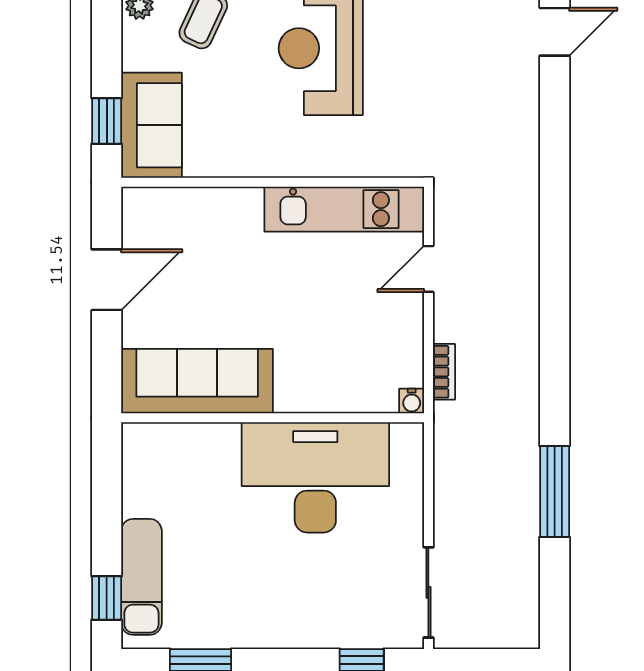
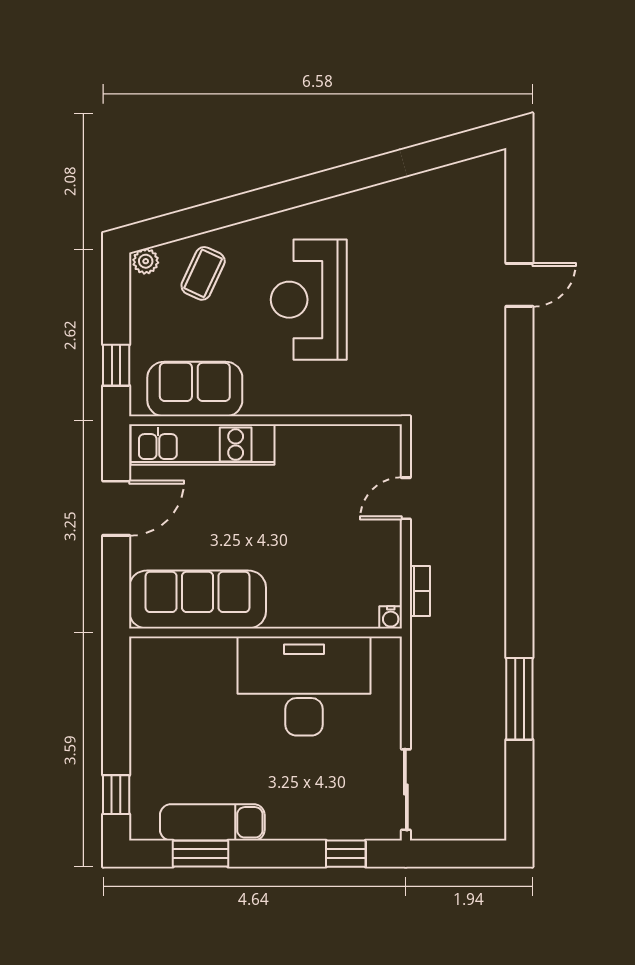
sofa: (152, 125) -> (195, 389), moved, turned -90
kitchen unit: (344, 209) -> (202, 445), moved
exam couch: (141, 577) -> (212, 822), moved, turned -90

